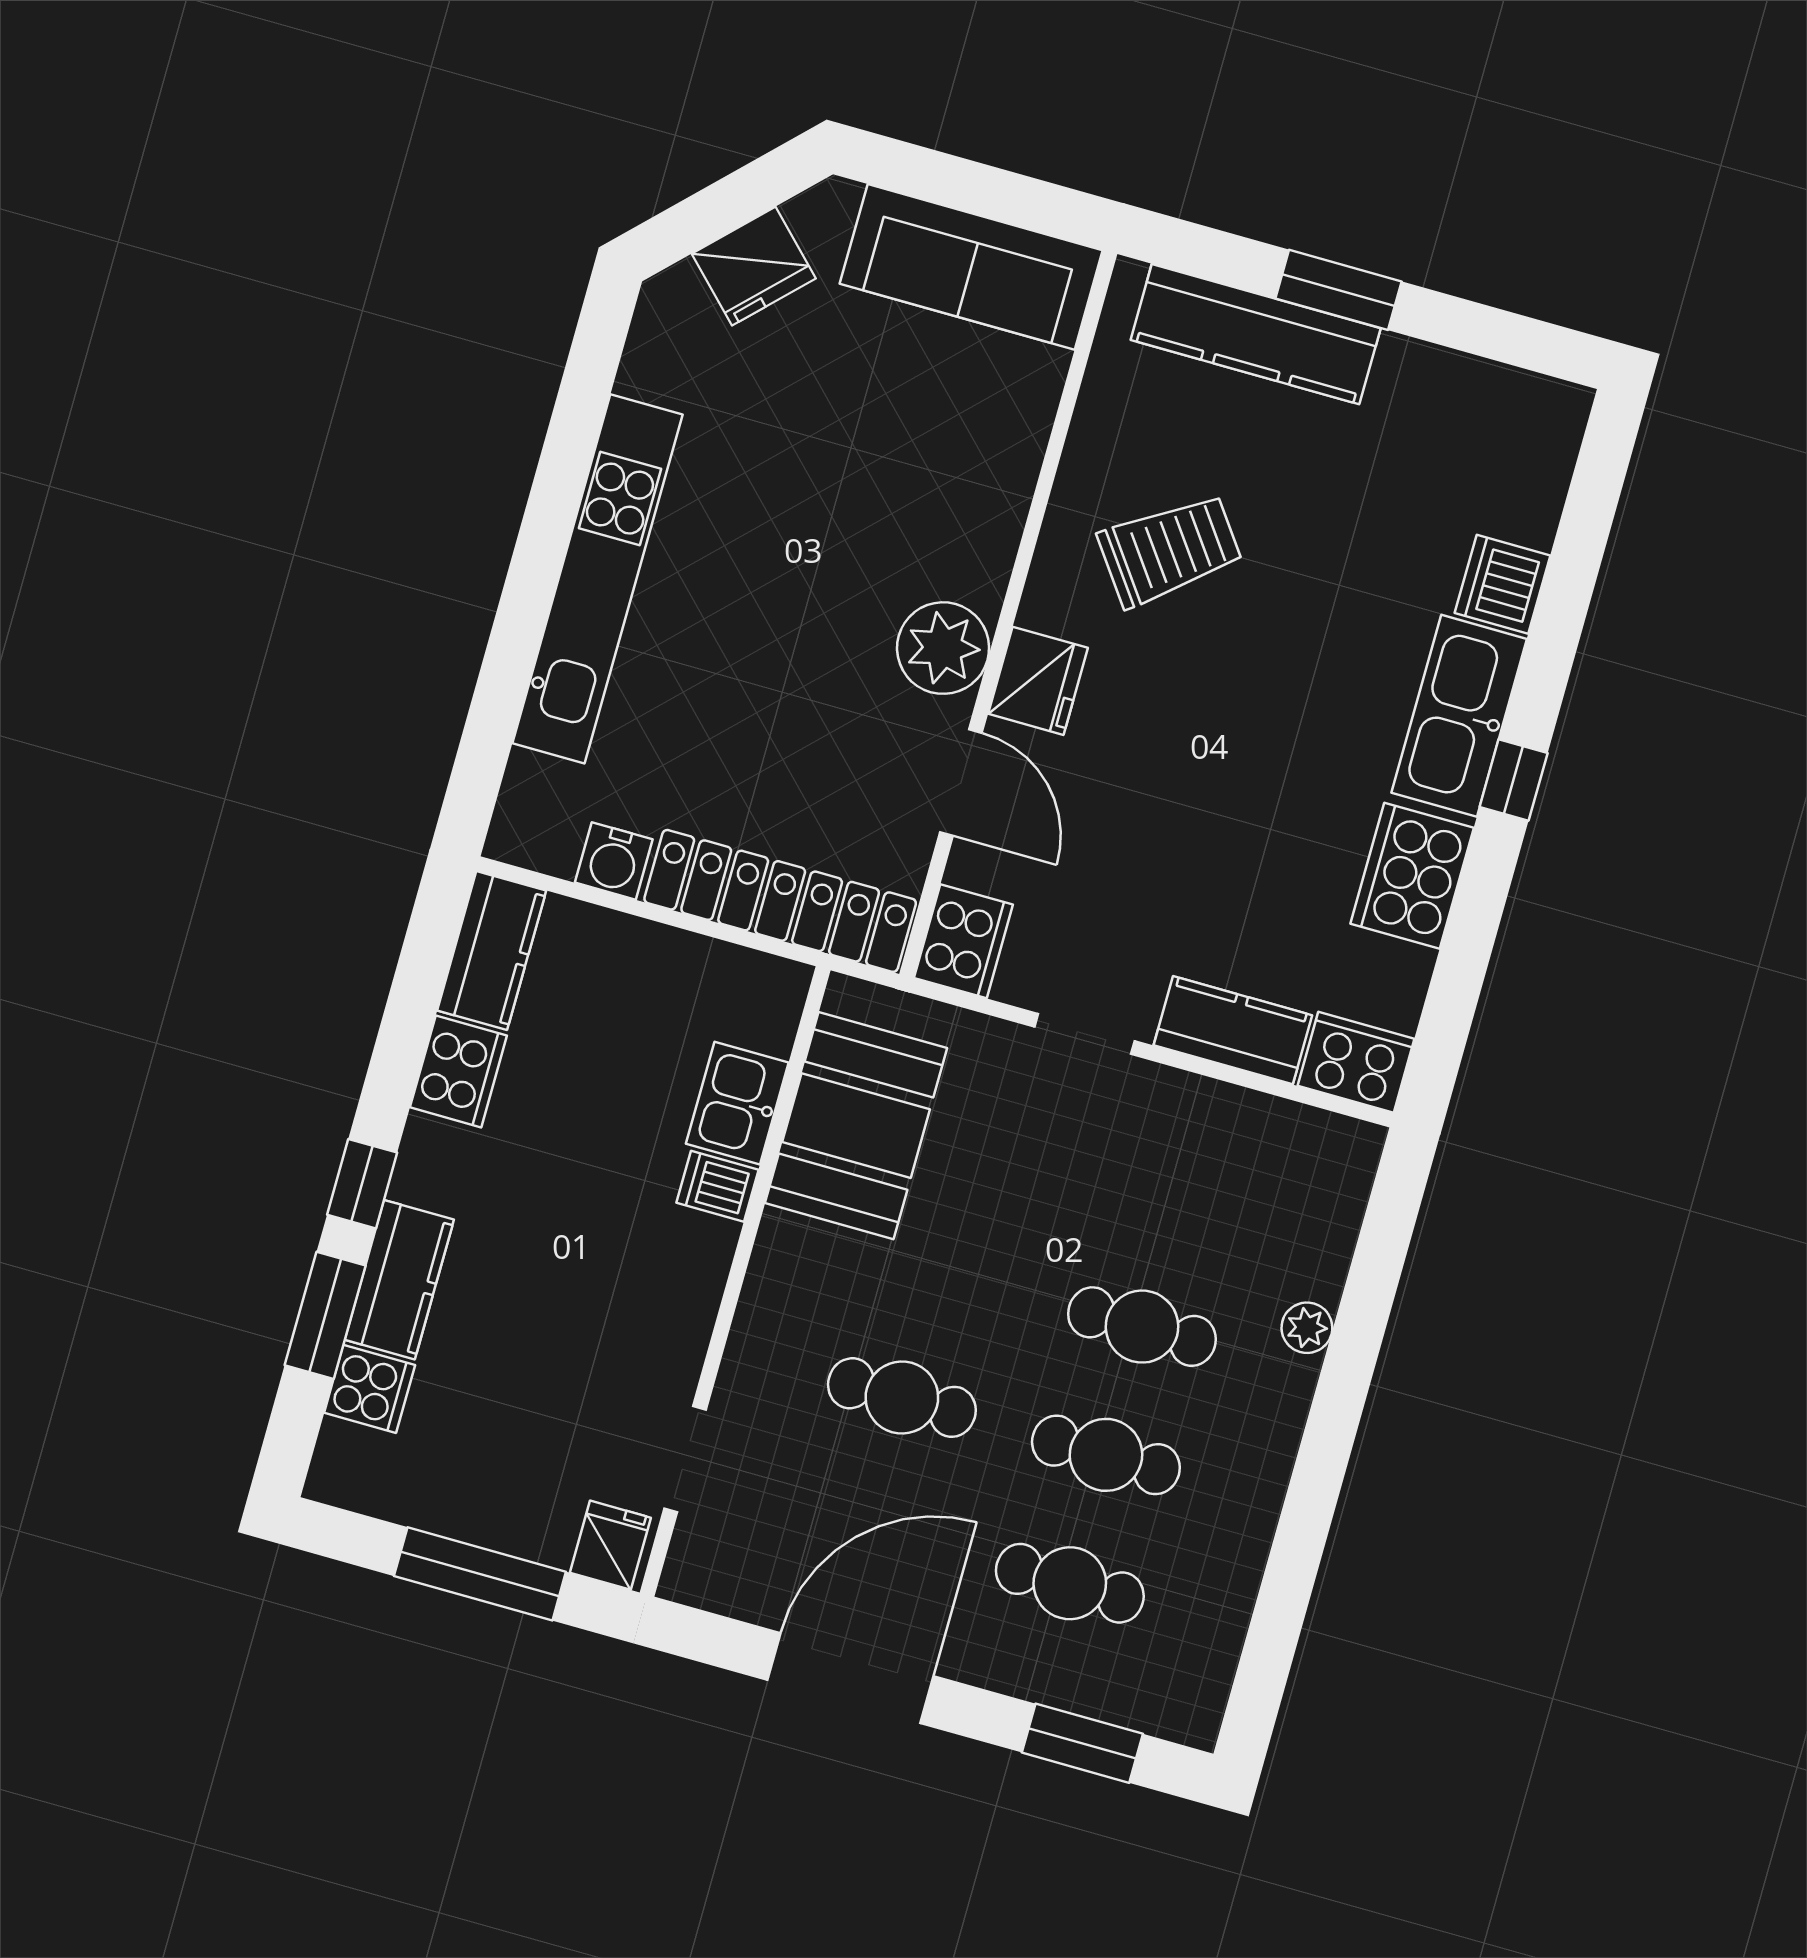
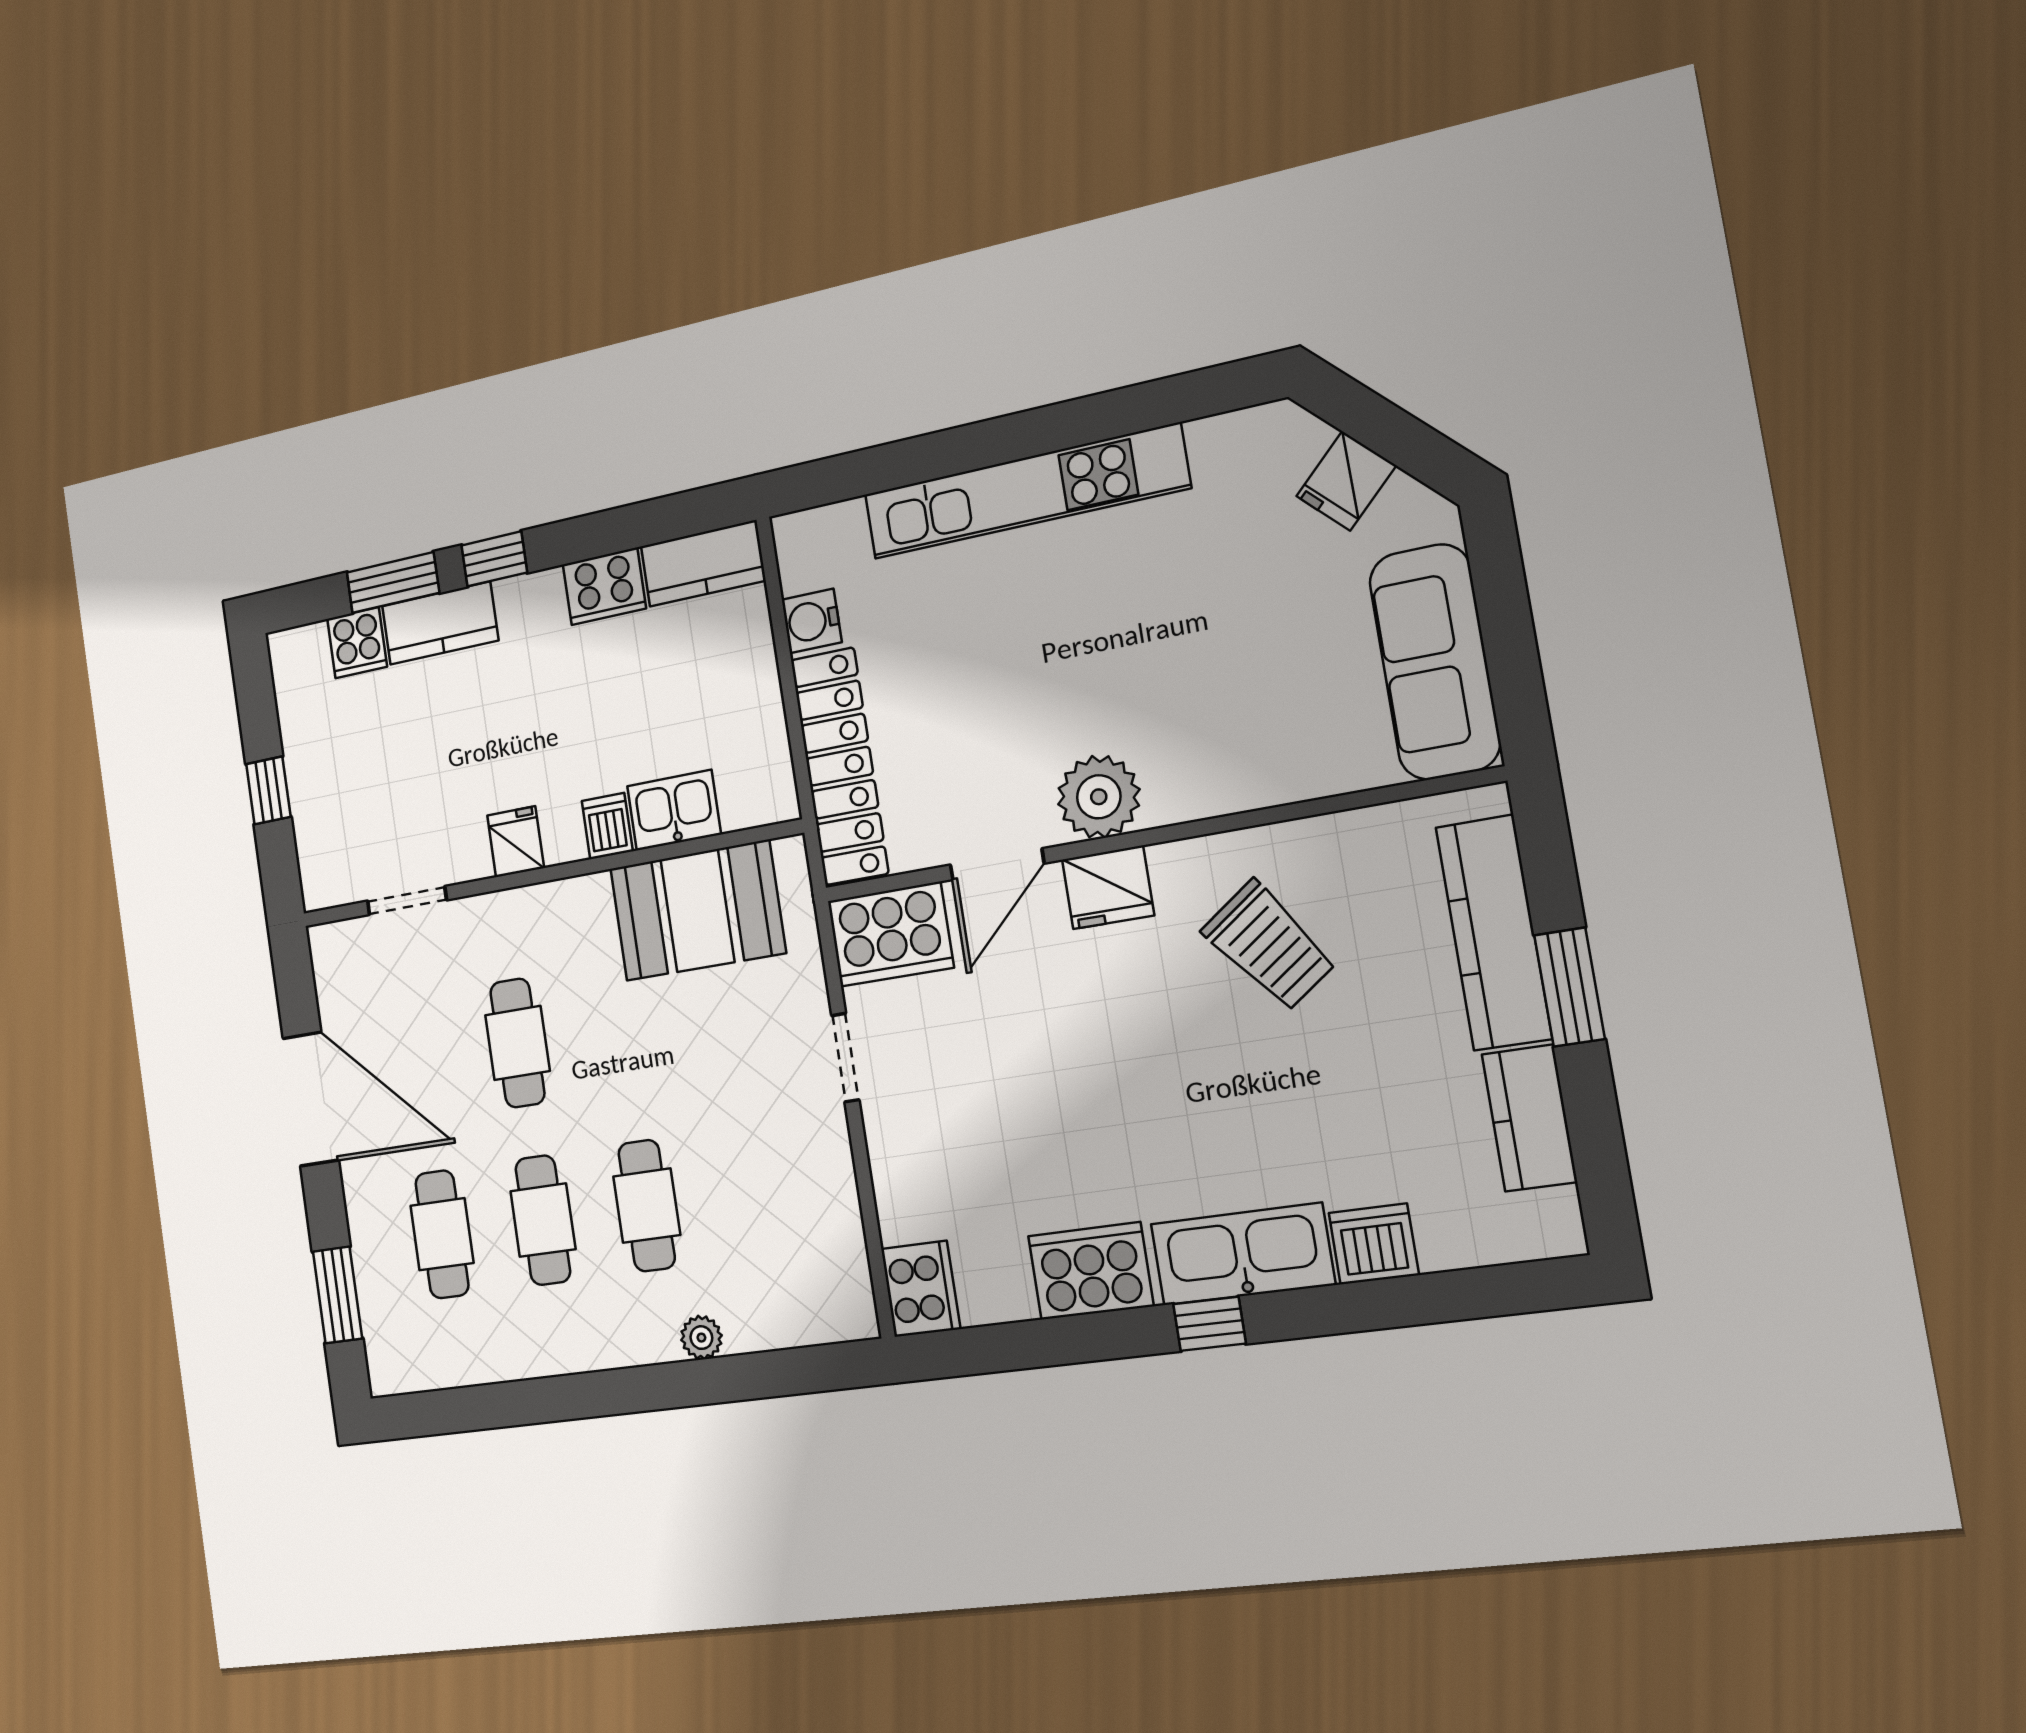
fridge: (754, 266) -> (1346, 481), width x0.72
cooker: (963, 941) -> (890, 934), width x1.37, depth x1.31
kitchen counter: (1233, 1030) -> (1529, 1118), moved, turned 180
fridge: (610, 1545) -> (516, 842), moved, turned -90
window: (480, 1574) -> (268, 790), width x0.46

